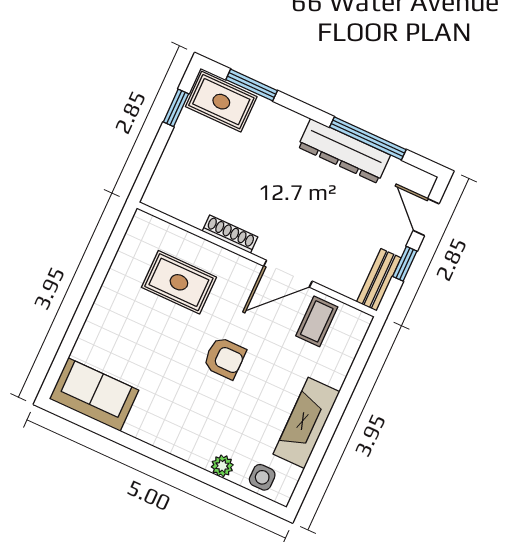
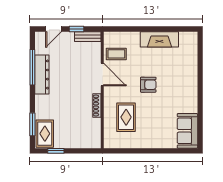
armchair: (225, 358) -> (148, 85), turned 90
plant: (222, 466) -> (193, 65), removed
side table: (262, 477) -> (190, 47), removed

